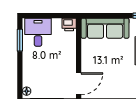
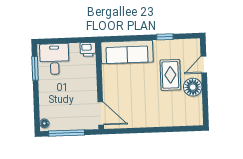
door: (79, 84) -> (101, 113), hinge flipped

